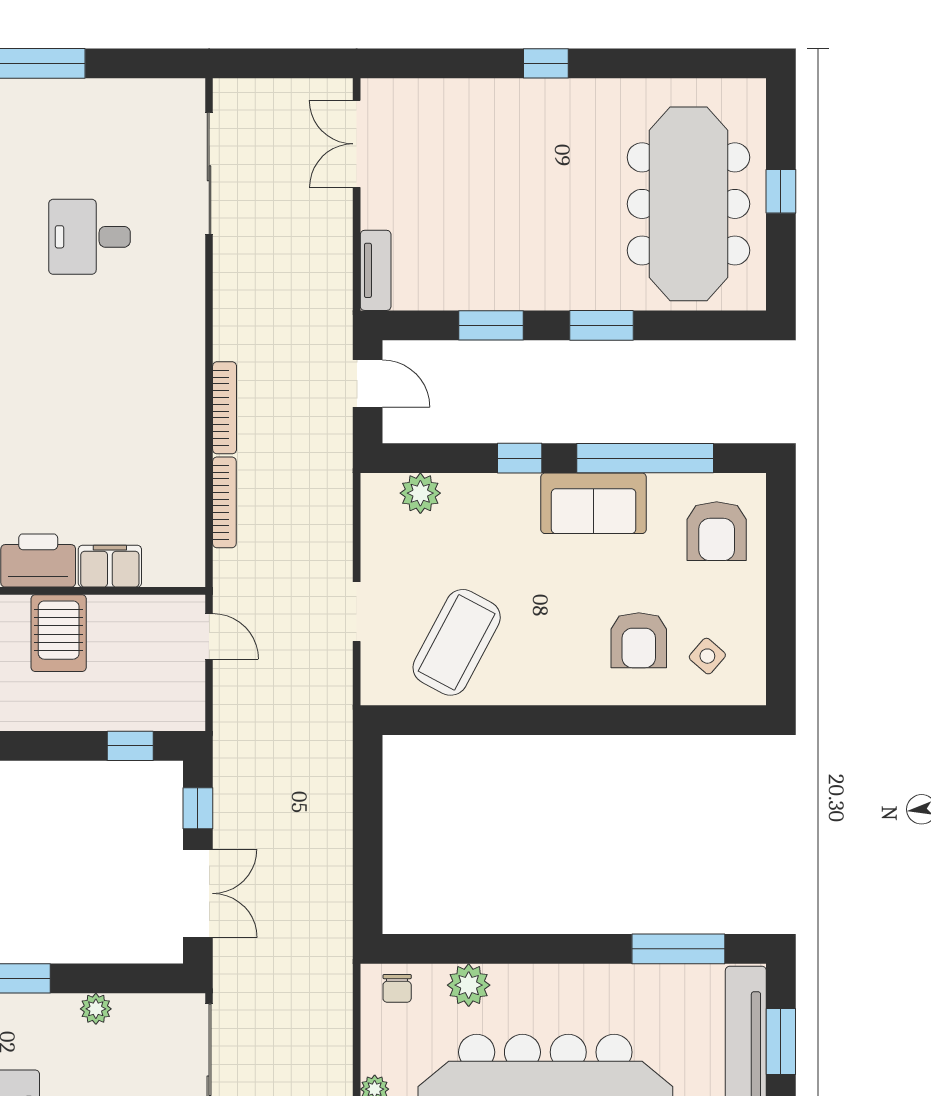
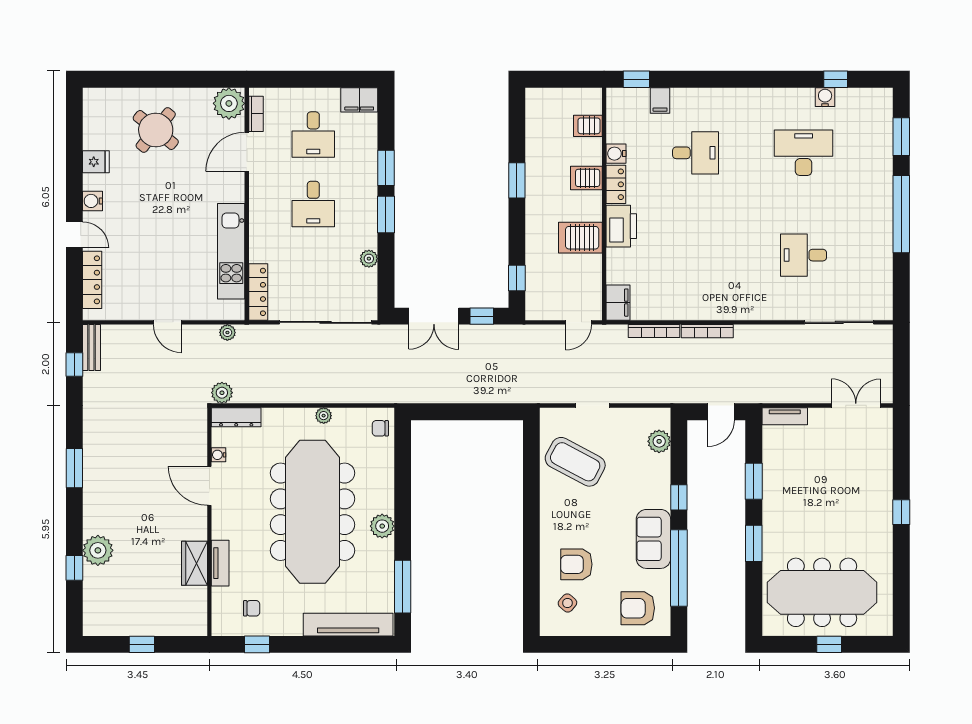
desk: (90, 237) -> (804, 255), turned -90
filing cabinet: (110, 566) -> (618, 303), moved
plant: (469, 985) -> (382, 526), moved
window: (781, 1041) -> (350, 644), removed

